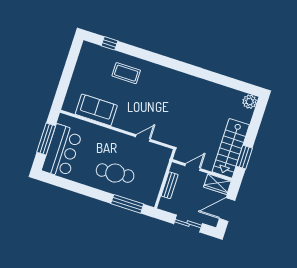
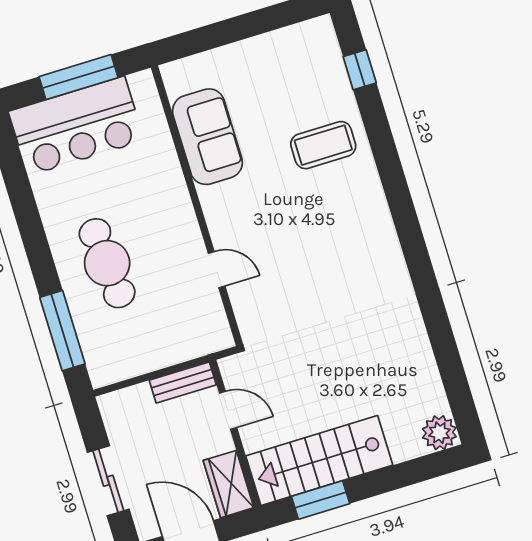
coffee table: (126, 73) -> (323, 145), turned 90
bench: (170, 185) -> (183, 383), moved

